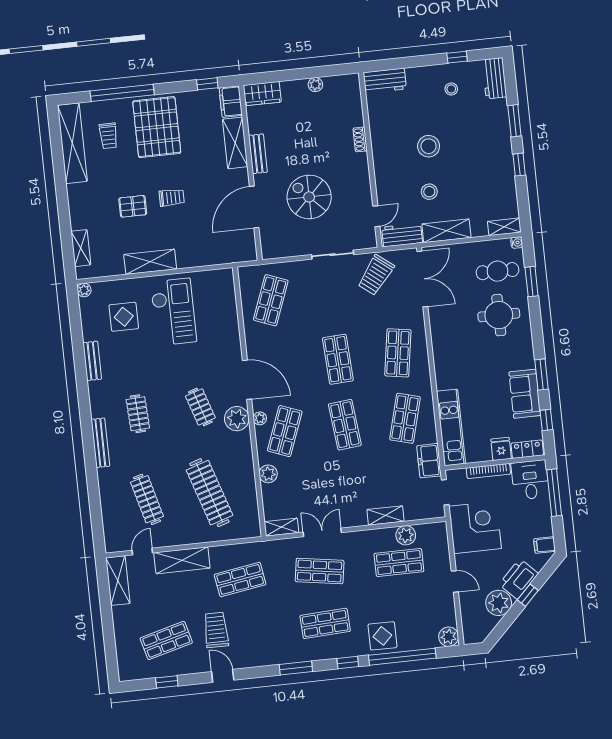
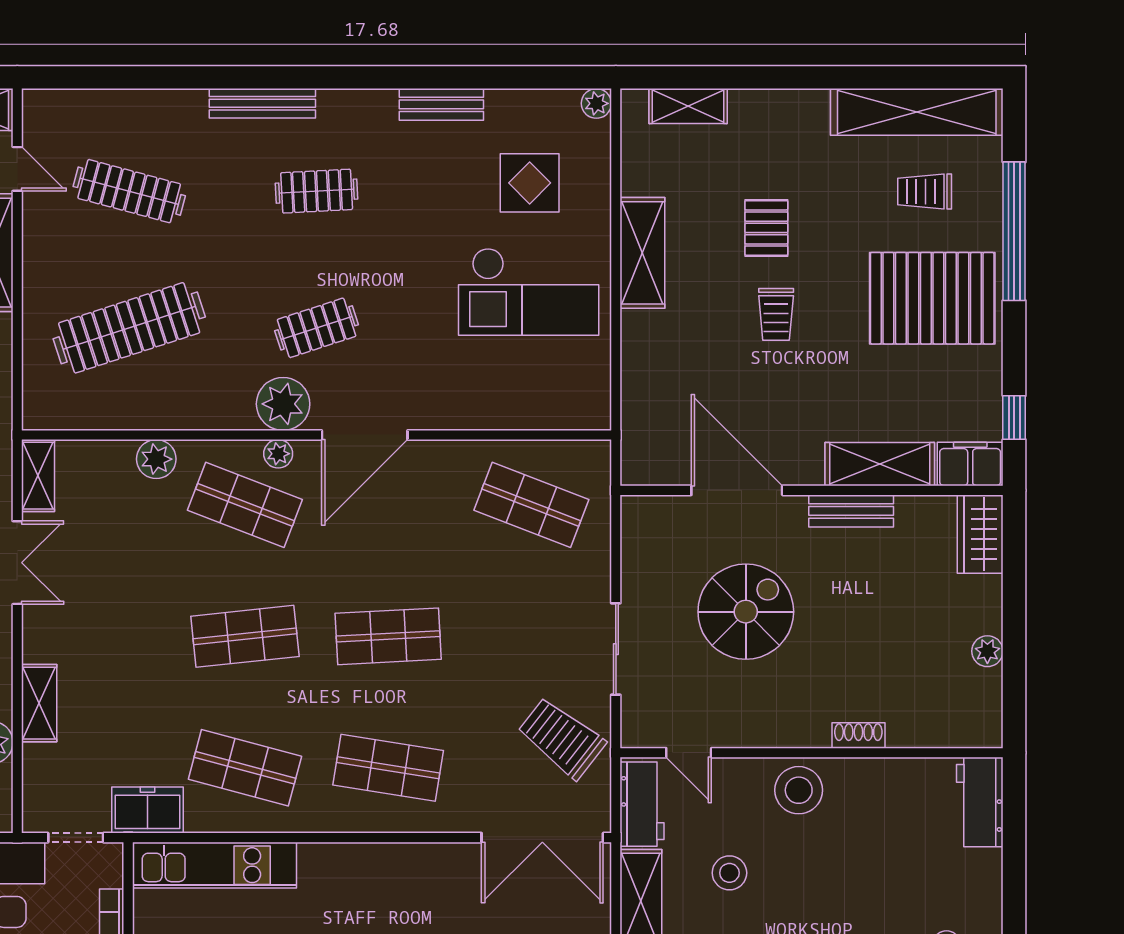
stool: (429, 146) -> (799, 790), moved
clothes rail: (147, 499) -> (129, 191), turned 30

